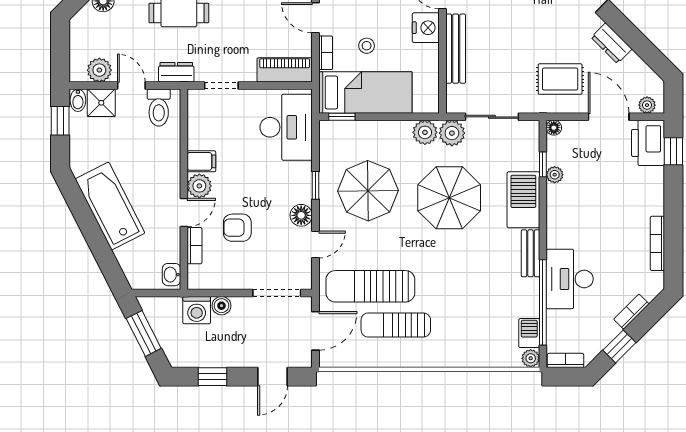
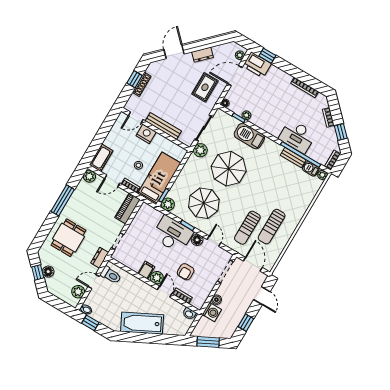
shower: (101, 103) -> (93, 300), removed
desk: (286, 127) -> (172, 234), moved
plant: (425, 132) -> (168, 204), moved
bench: (531, 253) -> (293, 158), moved
sun lounger: (370, 286) -> (247, 228), width x0.73, depth x0.75

